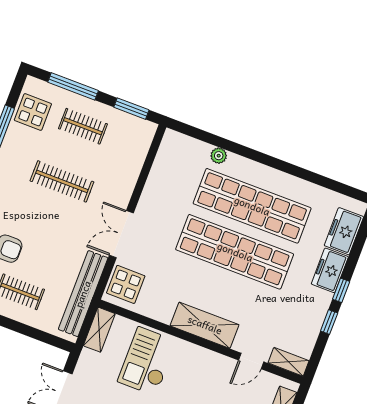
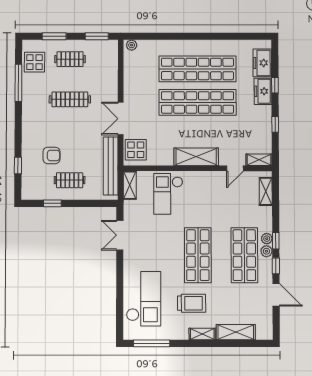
window: (73, 86) -> (54, 36), width x0.69
plant: (219, 156) -> (132, 45), moved
window: (341, 290) -> (275, 85), moved

